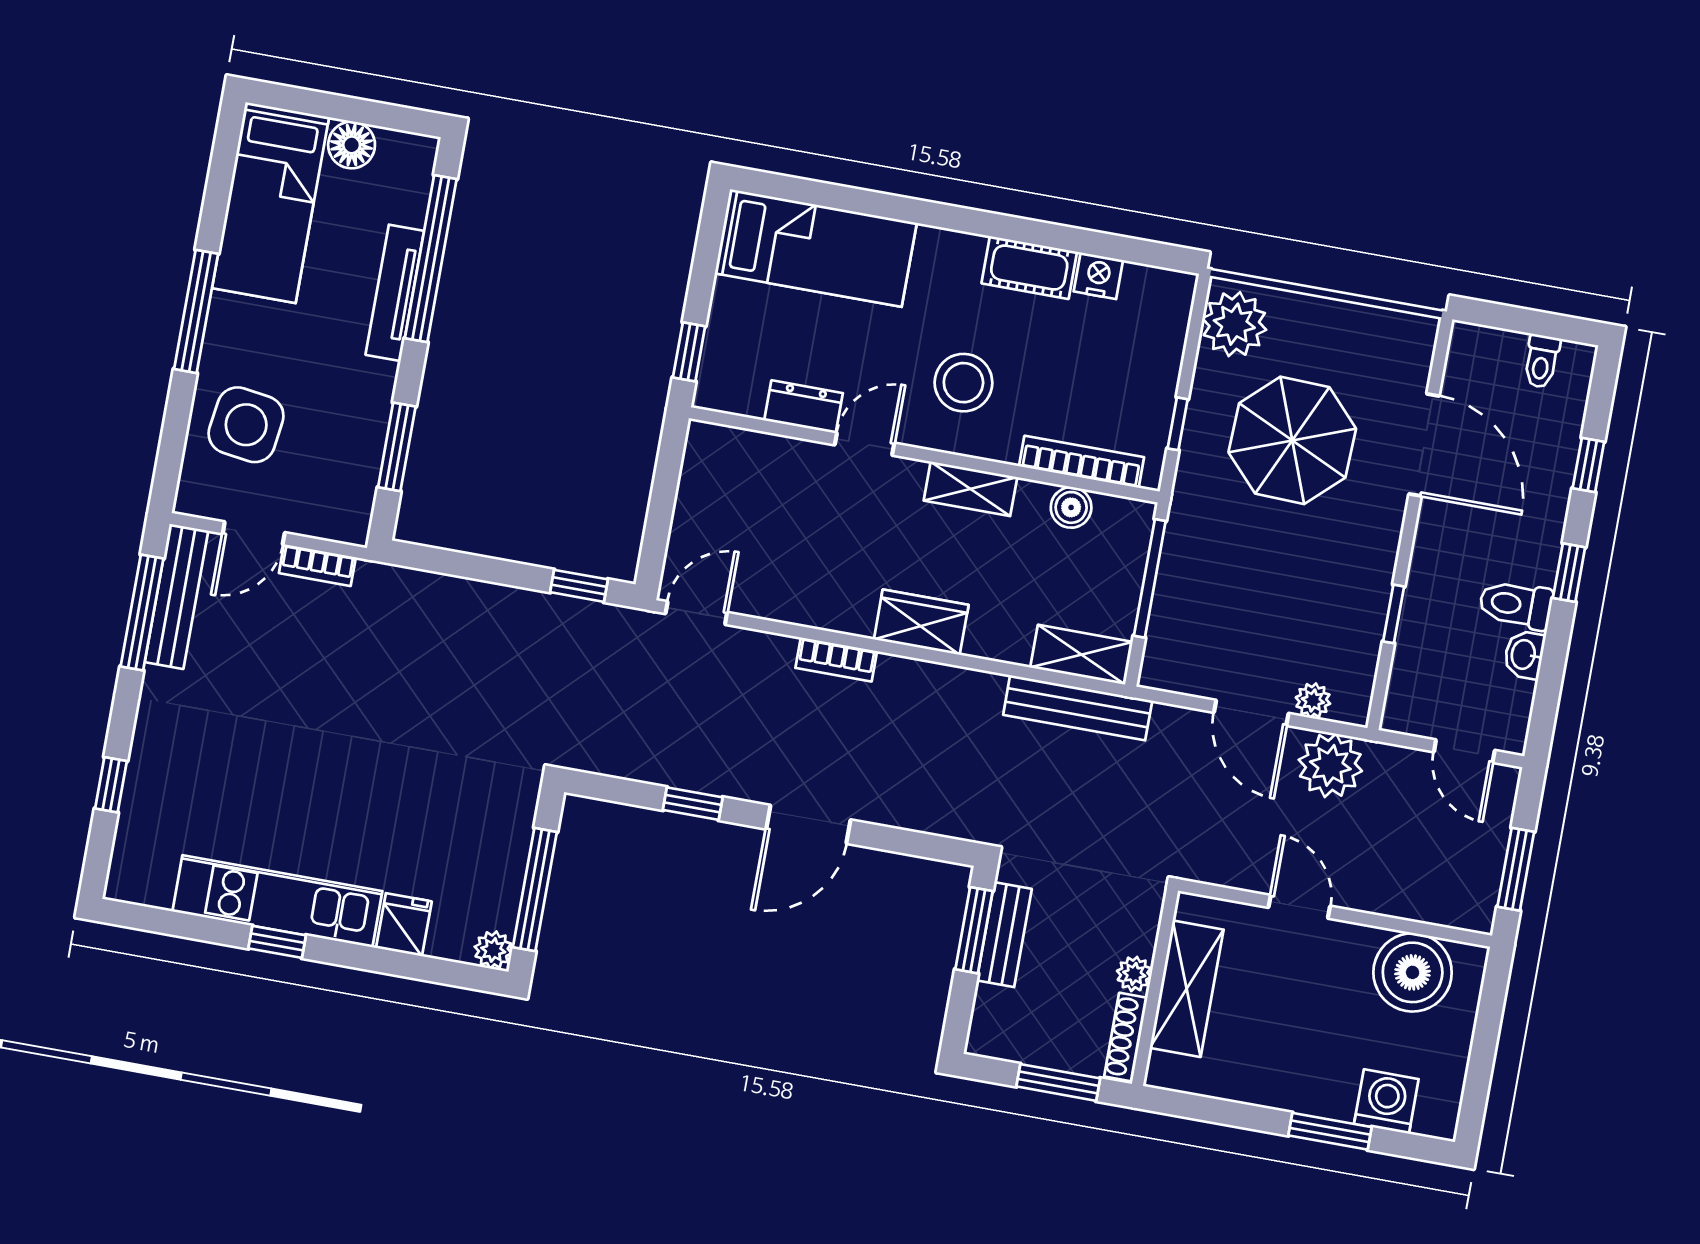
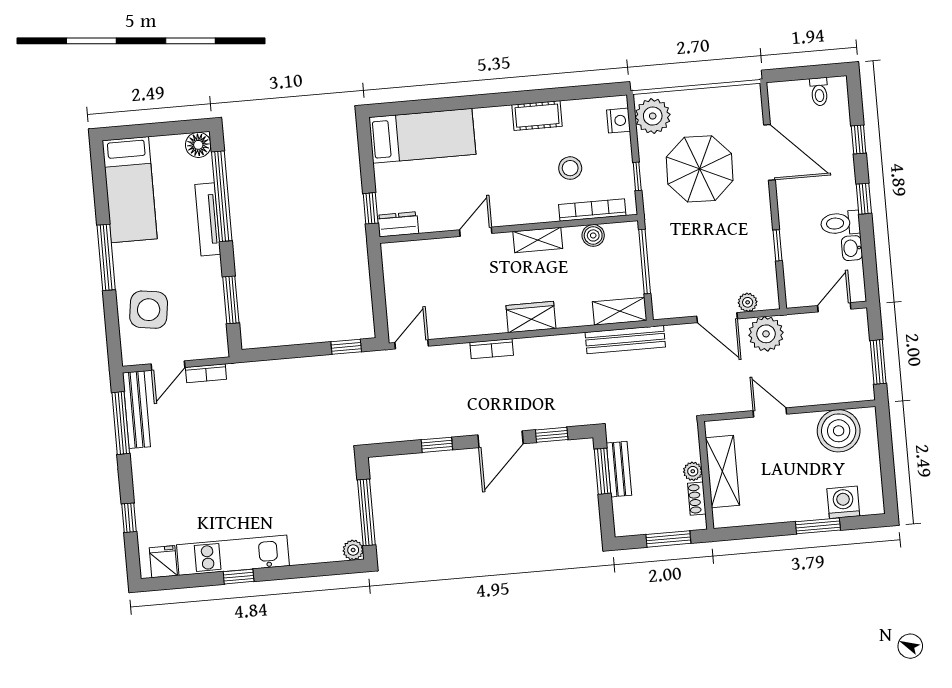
floor lamp: (352, 145) -> (198, 145), moved
nightstand: (1098, 276) -> (618, 121), moved, turned 90
stool: (963, 383) -> (570, 168), moved, width x0.73, depth x0.73
dresser: (804, 407) -> (398, 224), moved
door: (1464, 751) -> (834, 307), swing flipped
window: (901, 841) -> (552, 435), added
fridge: (404, 925) -> (163, 562), moved
shoe rack: (1126, 1037) -> (697, 499), width x0.70

